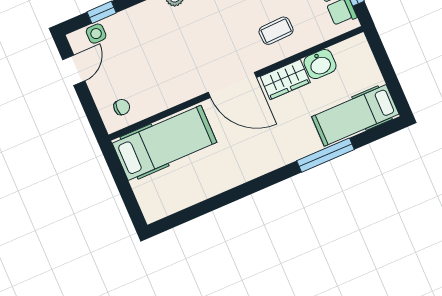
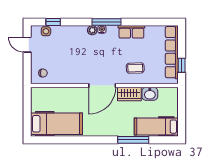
door: (74, 70) -> (27, 45), swing flipped
door: (232, 85) -> (102, 86), hinge flipped
hospital bed: (164, 143) -> (56, 124), moved

